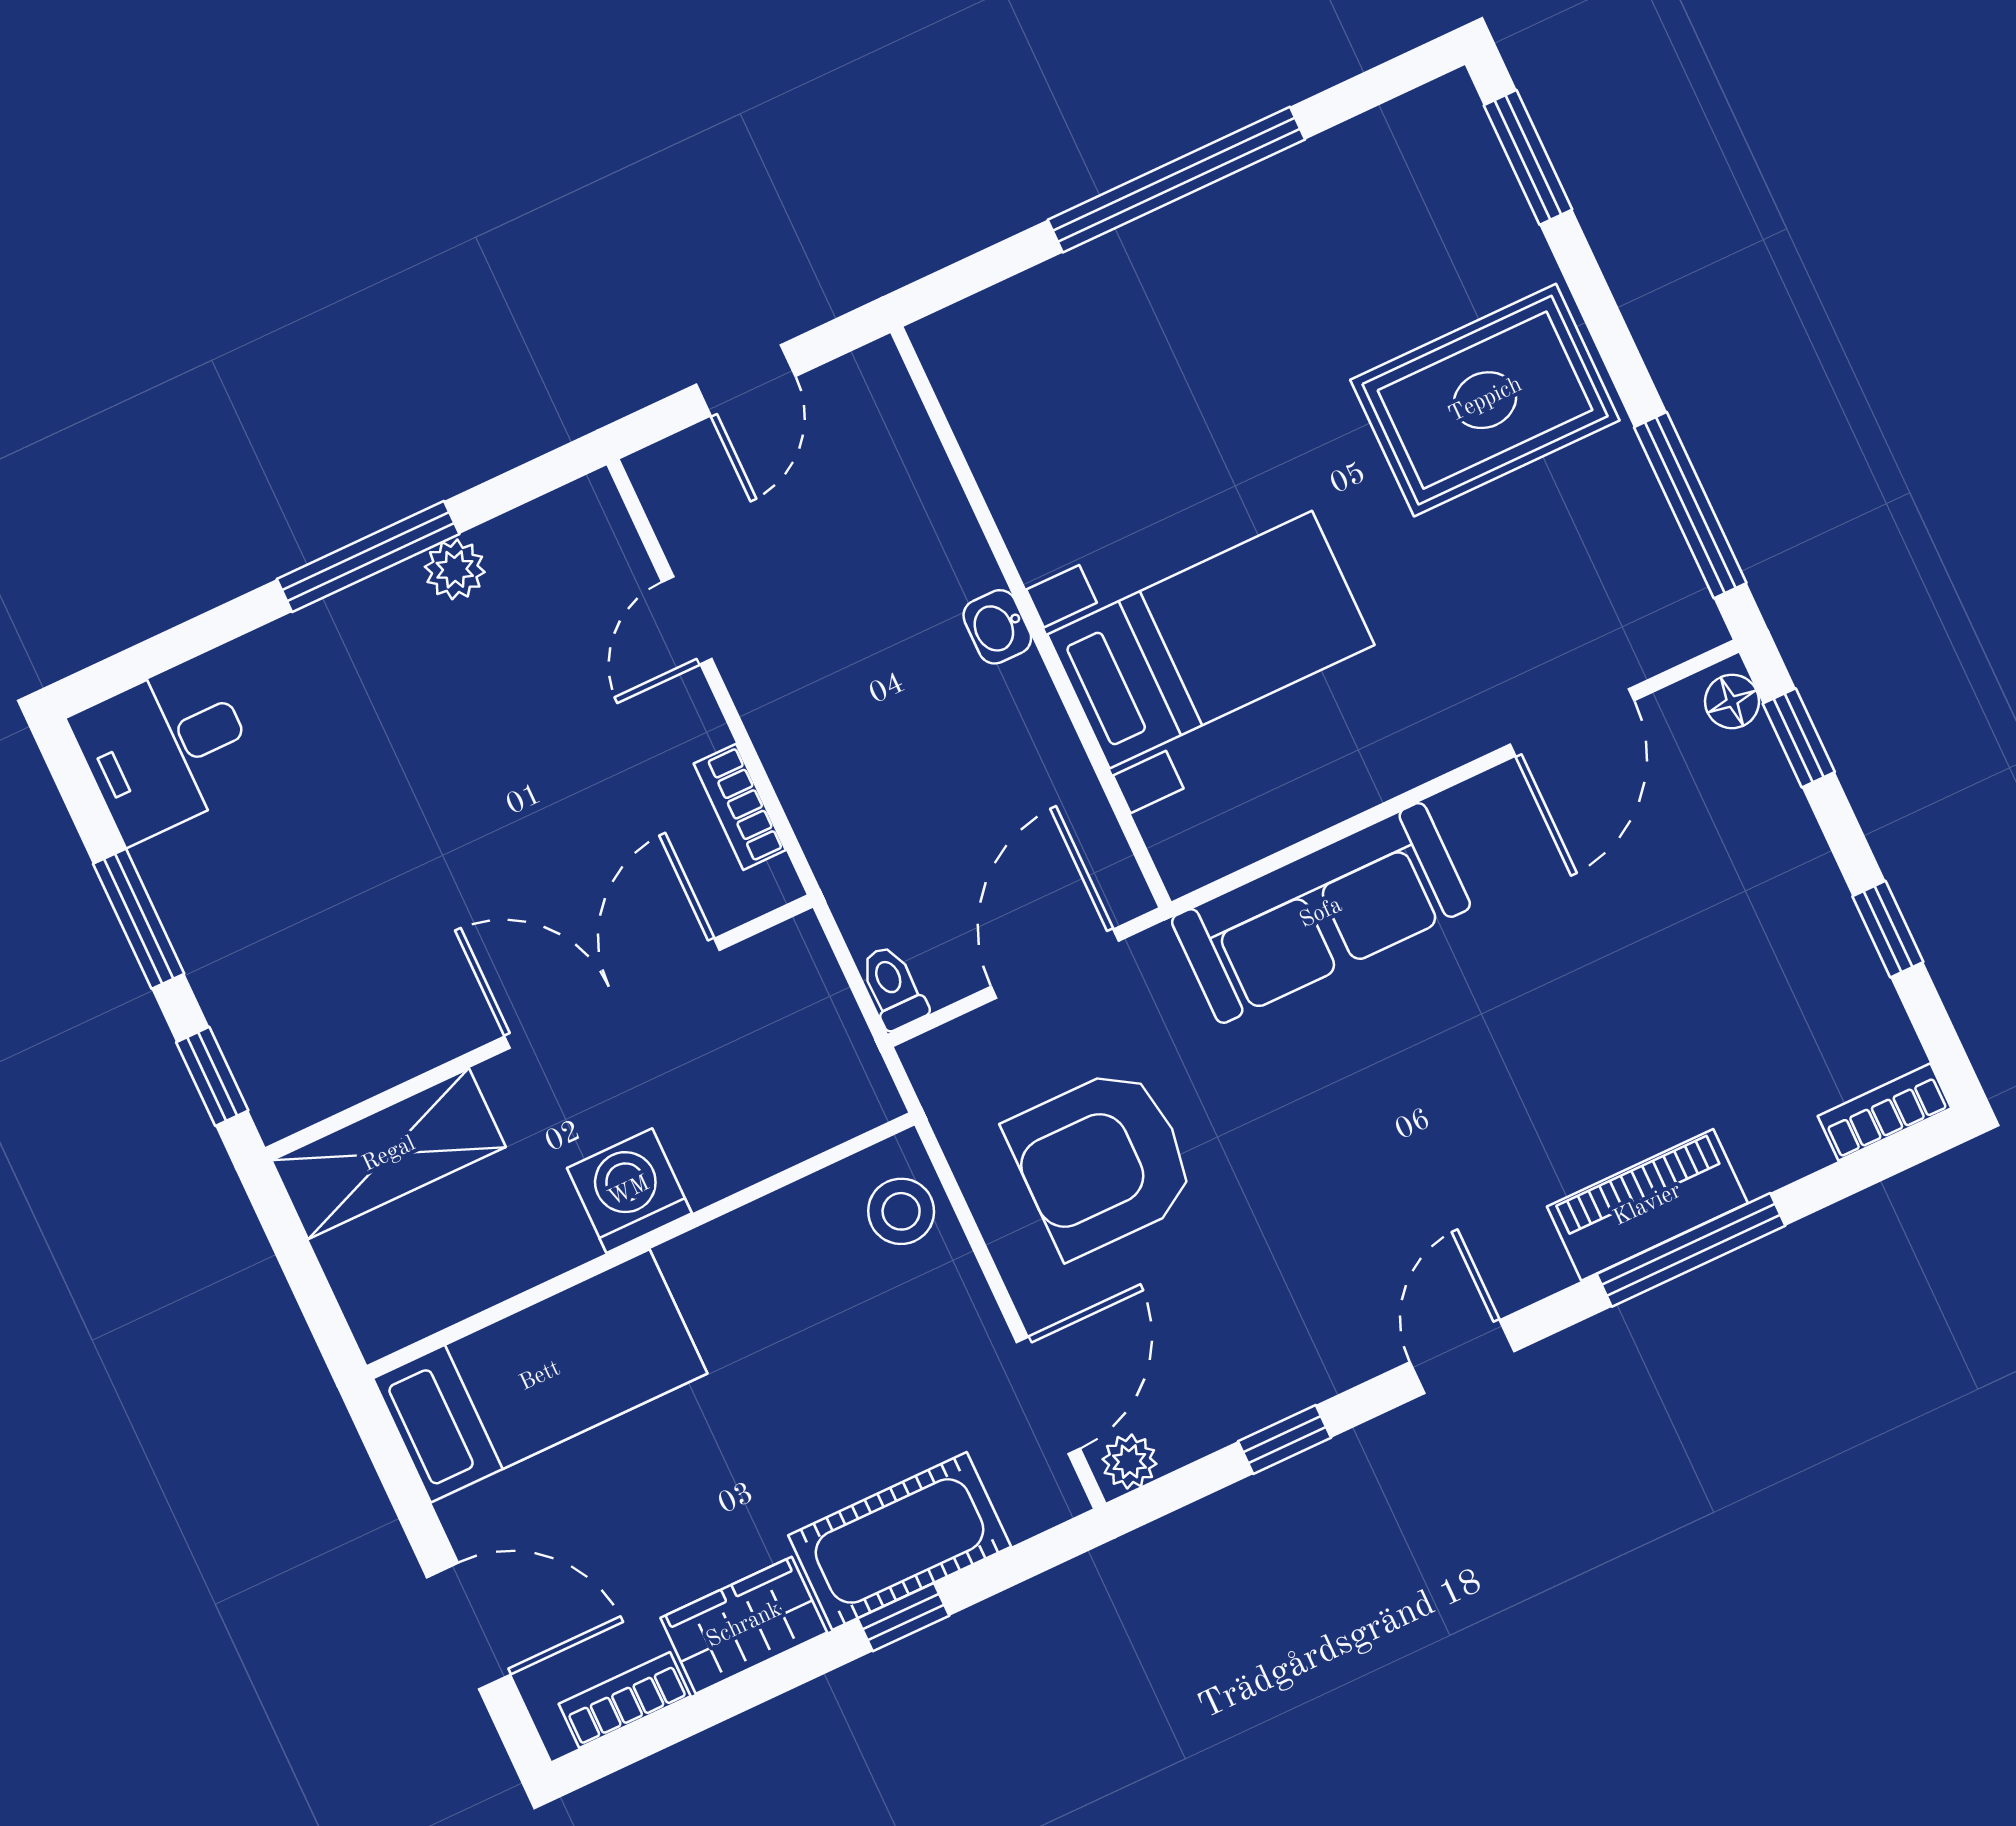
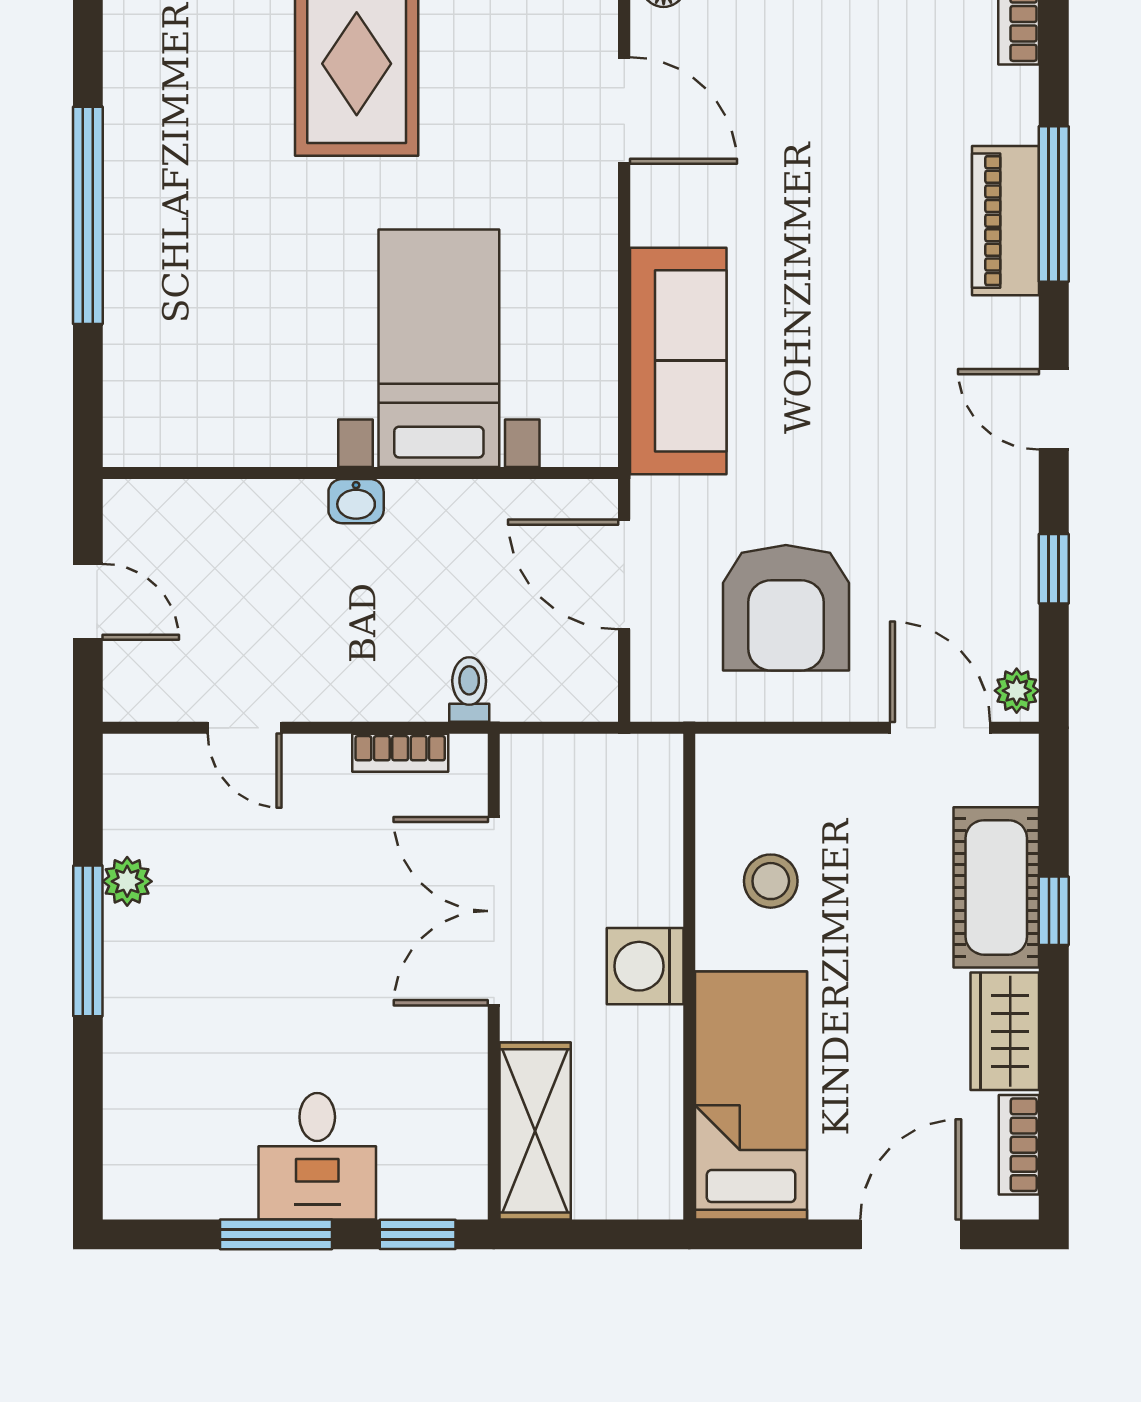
desk: (166, 750) -> (317, 1156), moved
toilet: (893, 987) -> (469, 689), moved, turned 90
stool: (901, 1211) -> (771, 881), moved

